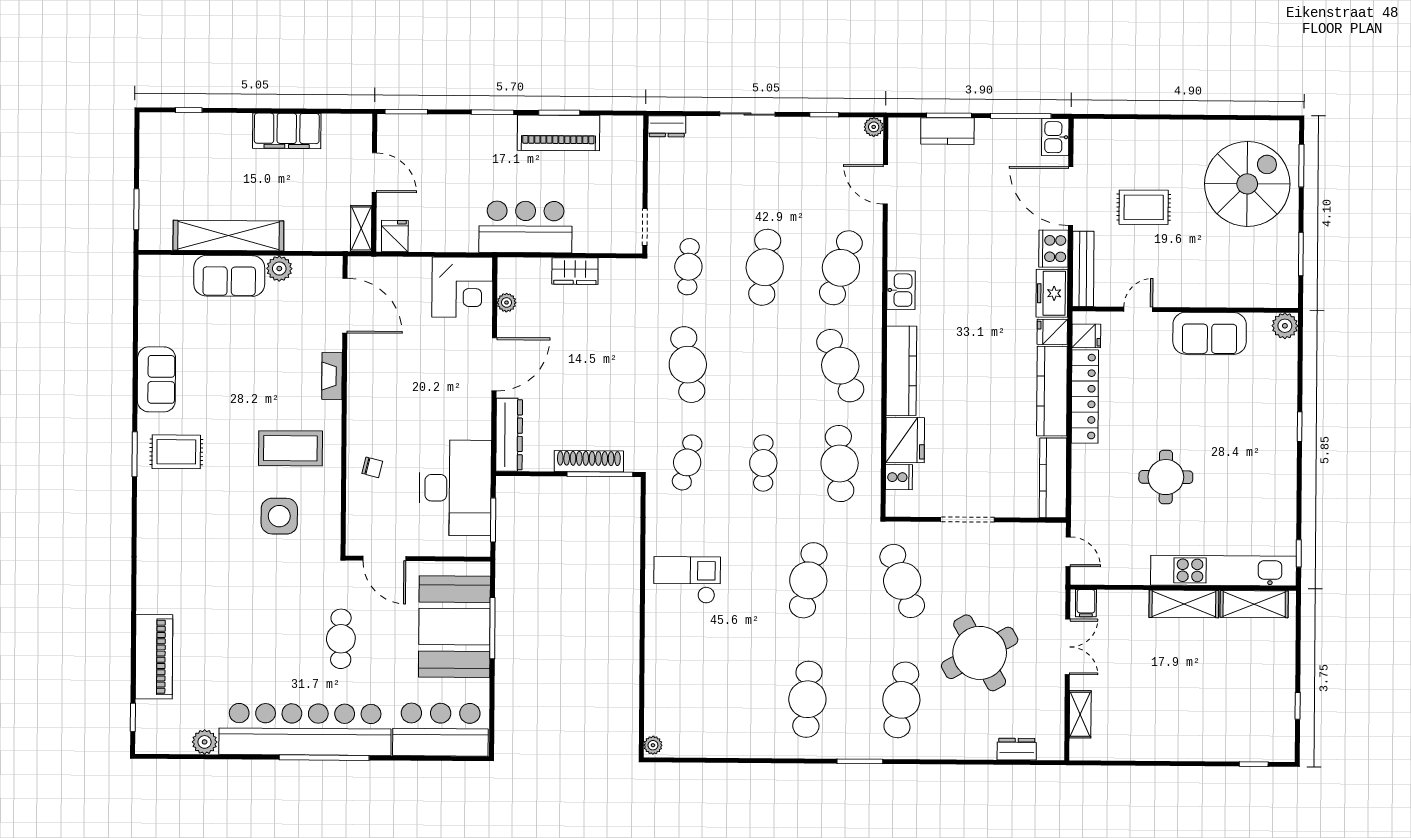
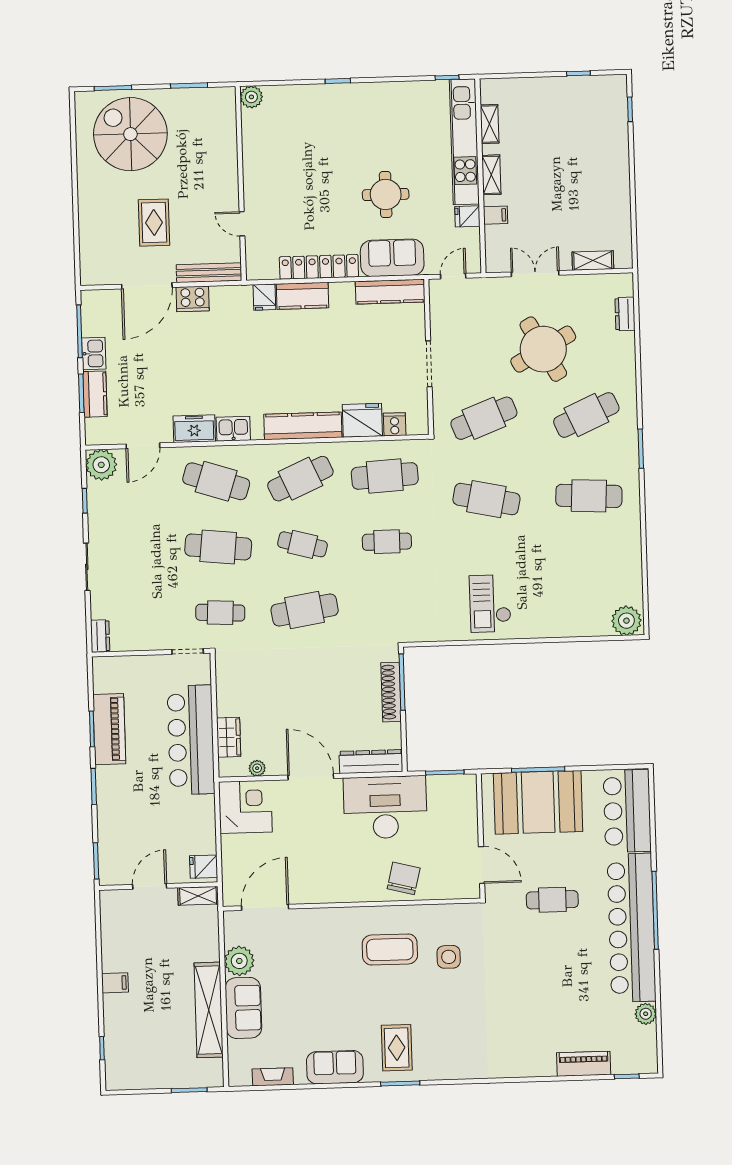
plant: (874, 127) -> (101, 465), width x1.87, depth x1.87
filing cabinet: (287, 131) -> (115, 983), width x0.33, depth x0.86
kitchen sink: (1055, 137) -> (94, 353), moved, turned -90
bar counter: (525, 227) -> (191, 740), width x1.36
plant: (279, 269) -> (239, 961), width x1.36, depth x1.36
wardrobe: (575, 271) -> (229, 737), moved
freezer: (1052, 293) -> (194, 429), moved, turned 180
sofa: (1210, 333) -> (392, 258), moved, turned -90
fridge: (1086, 336) -> (467, 216), moved, turned -90
fireplace: (332, 376) -> (273, 1077), moved, turned 180
kitchen counter: (1052, 391) -> (303, 296), width x0.67
coffee table: (290, 448) -> (390, 950), turned 90
cafe table: (687, 462) -> (303, 544), moved
chair: (372, 467) -> (404, 878), width x1.87, depth x1.87
desk: (455, 488) -> (385, 807), moved
side table: (279, 516) -> (449, 957), width x0.73, depth x0.73
door: (384, 558) -> (482, 865), hinge flipped
filing cabinet: (1086, 603) -> (496, 215), moved
shelving: (1184, 604) -> (491, 175), width x0.67, depth x0.75
shelving: (1254, 604) -> (490, 124), width x0.67, depth x0.75
piano: (154, 657) -> (584, 1064), width x0.73, depth x0.75
cafe table: (901, 700) -> (586, 415), turned -33
plant: (653, 745) -> (626, 621), width x1.88, depth x1.88

